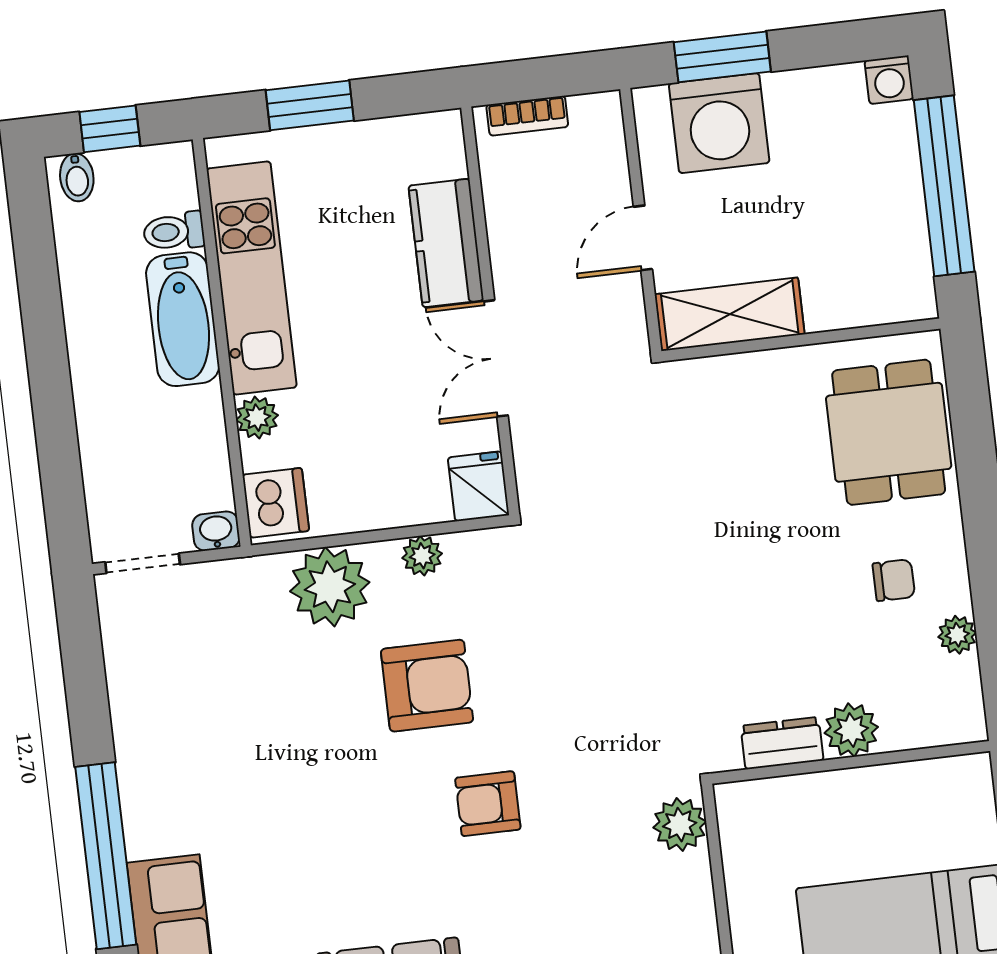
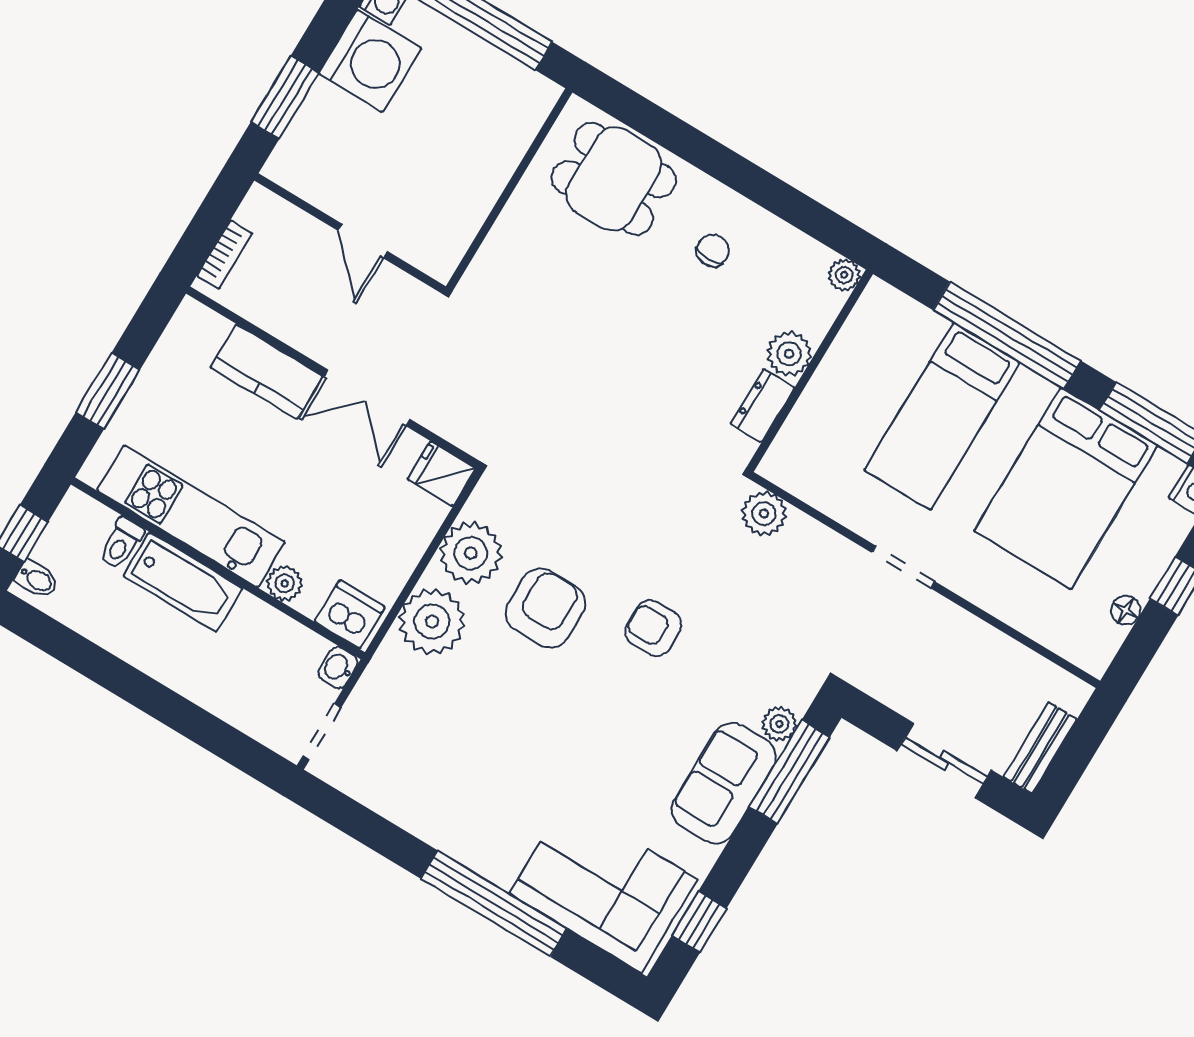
washing machine: (719, 123) -> (370, 61), moved
shelving: (730, 314) -> (456, 223), removed
plant: (422, 556) -> (471, 553), width x1.88, depth x1.88
plant: (957, 635) -> (844, 275), moved
armchair: (488, 804) -> (653, 628), turned 90

